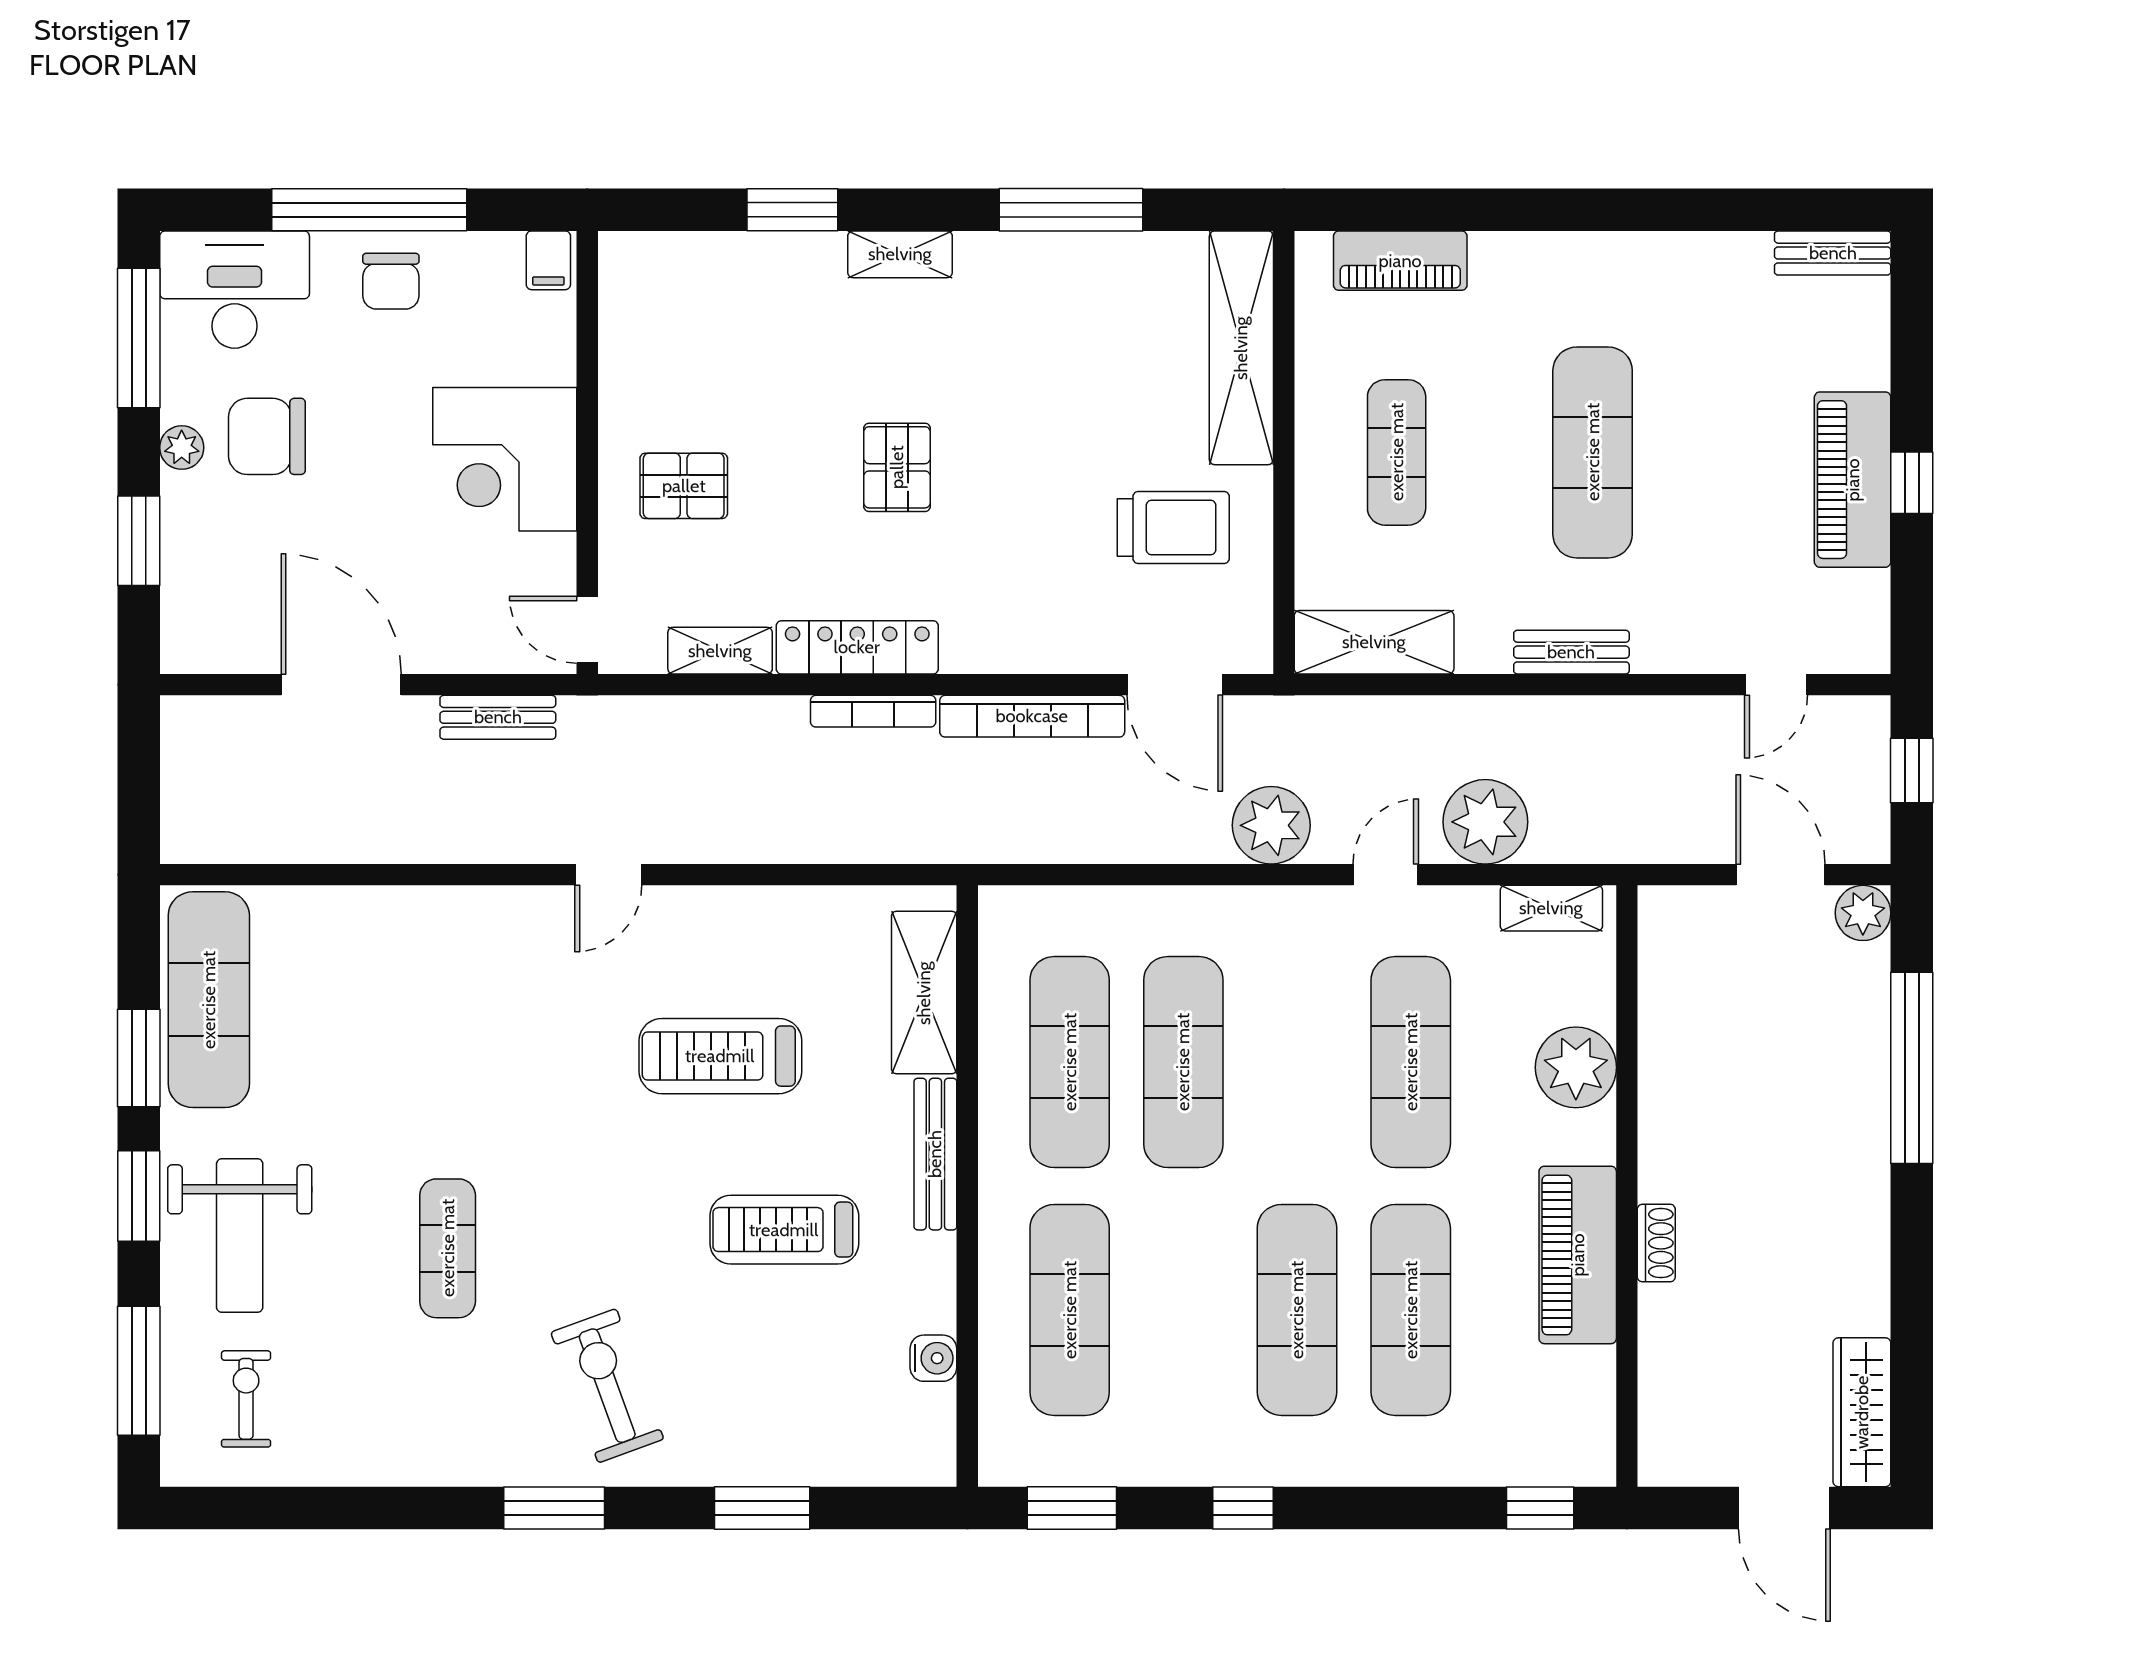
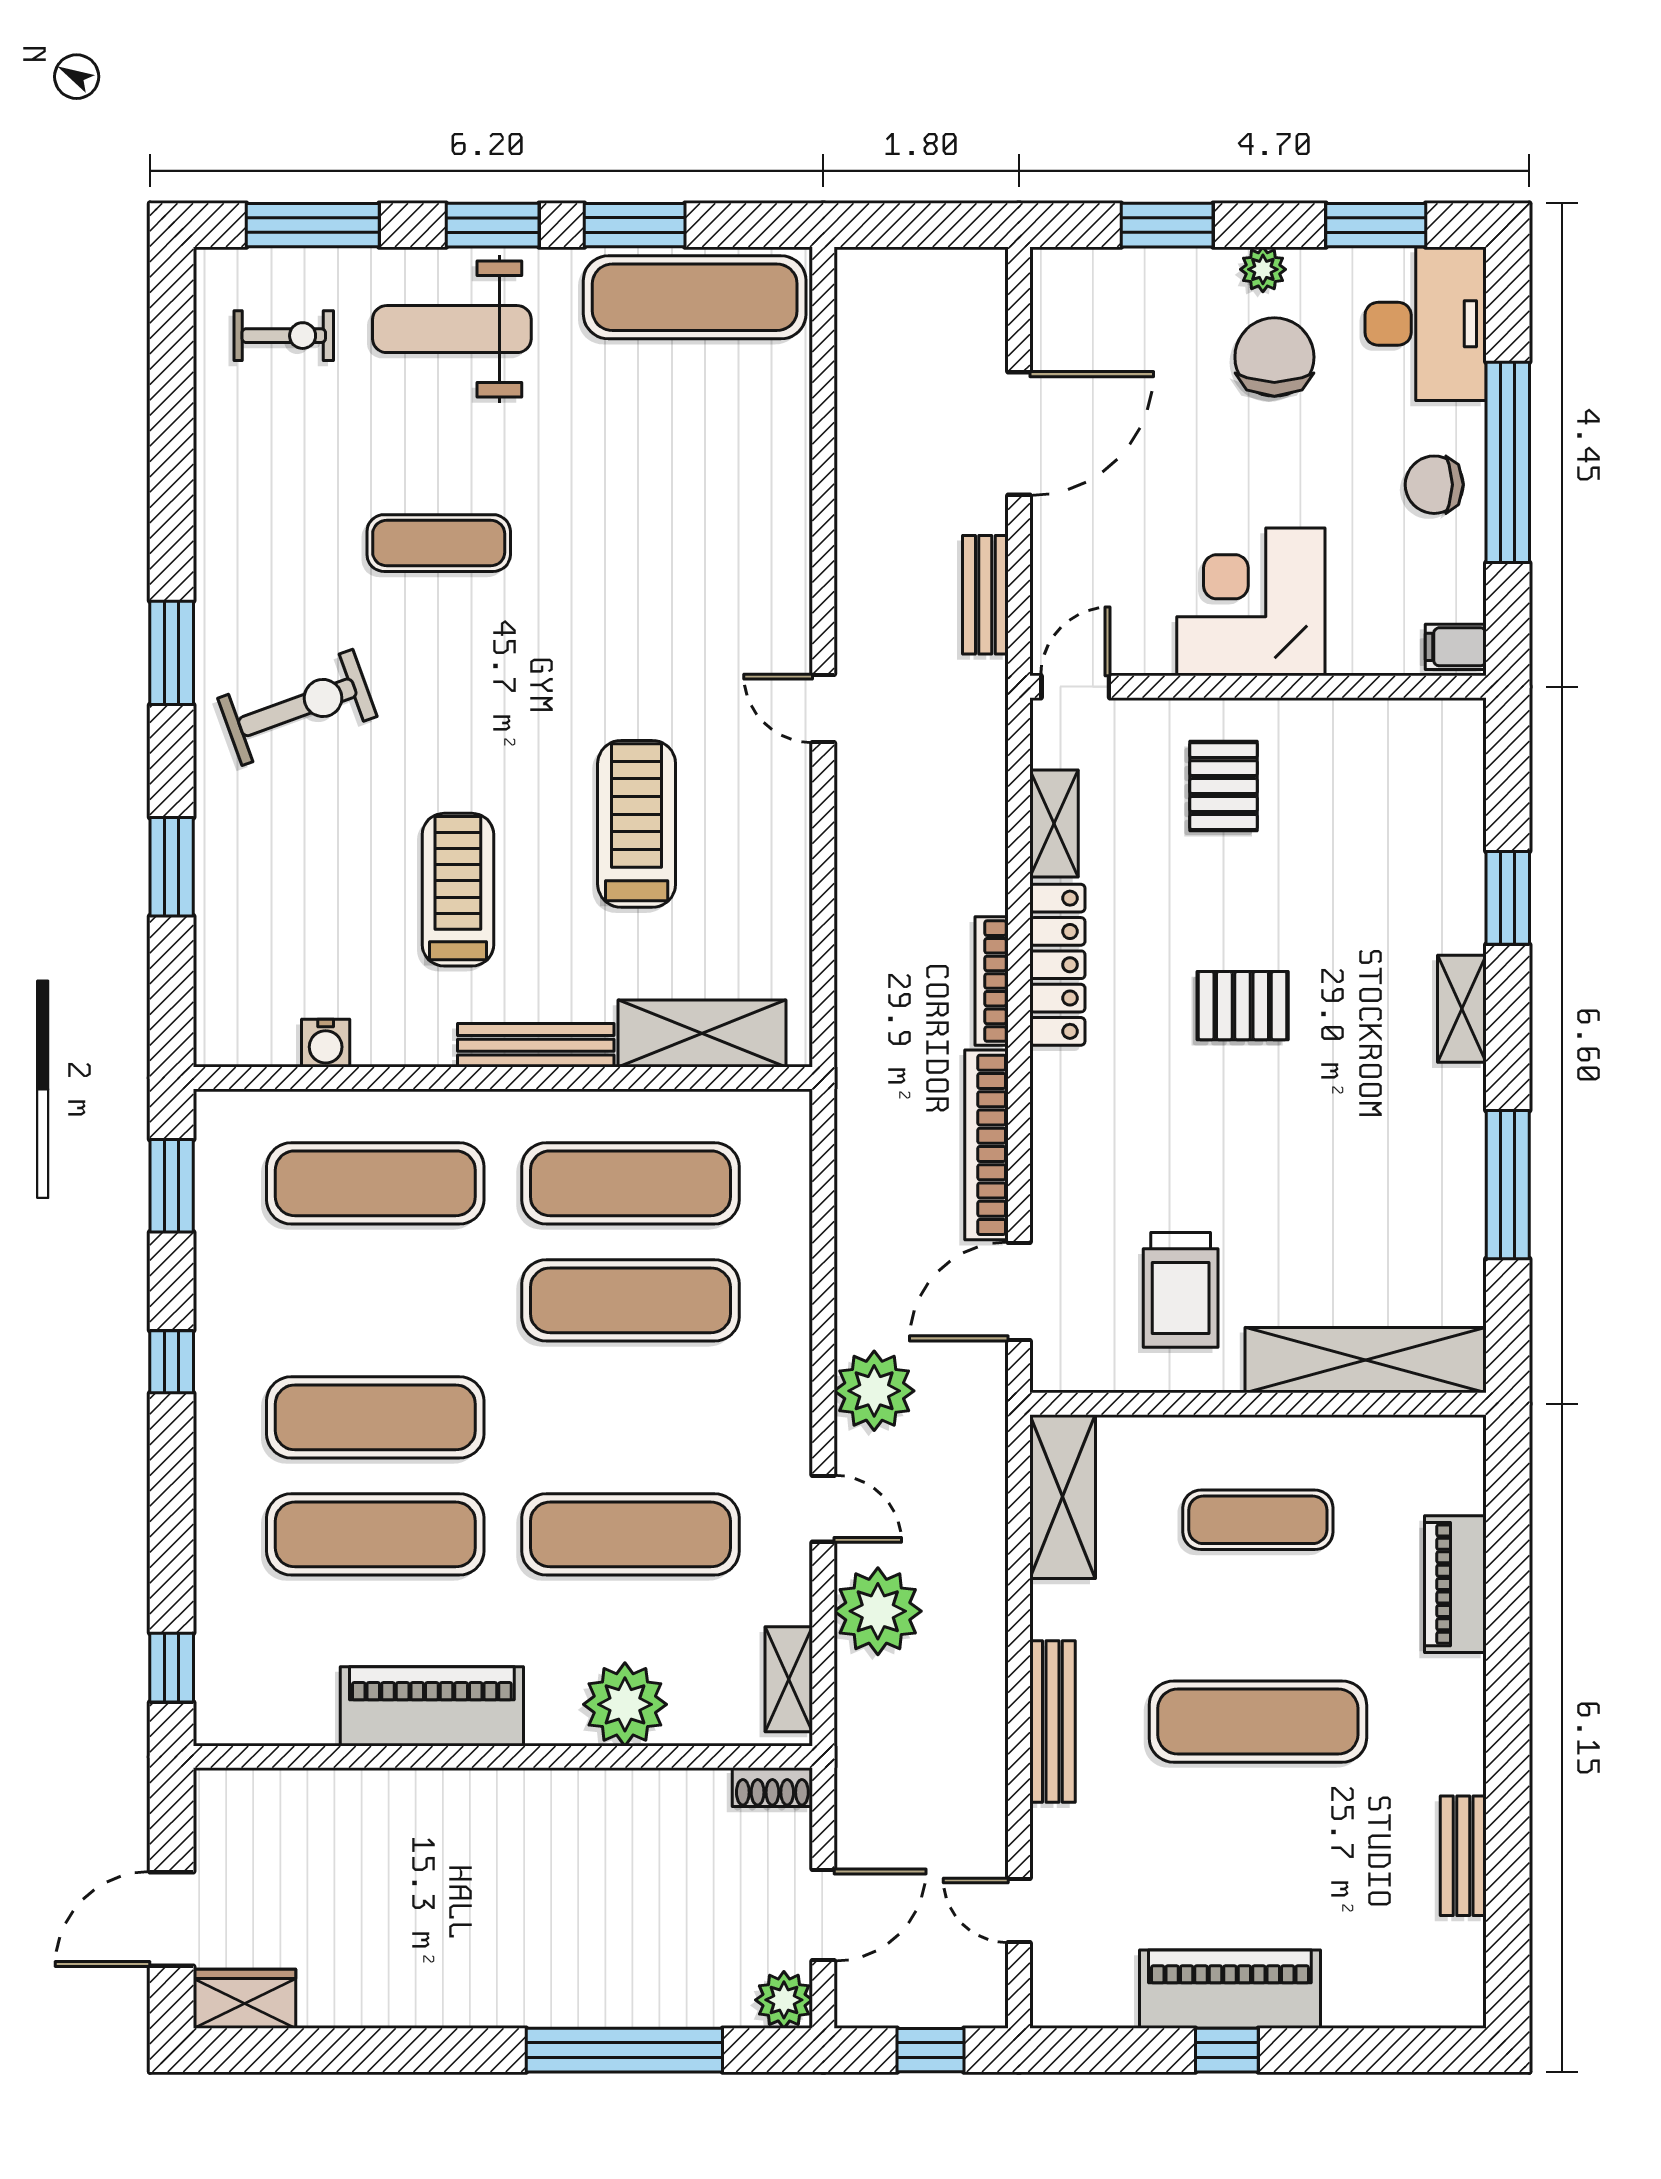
bench: (1833, 253) -> (1463, 1856), moved
piano: (1400, 261) -> (1455, 1584), moved
window: (139, 338) -> (1376, 225), width x0.69
bench: (1571, 652) -> (1052, 1721), width x1.36
shoe rack: (1656, 1243) -> (772, 1787), moved
wardrobe: (1862, 1412) -> (244, 1999), width x0.67

